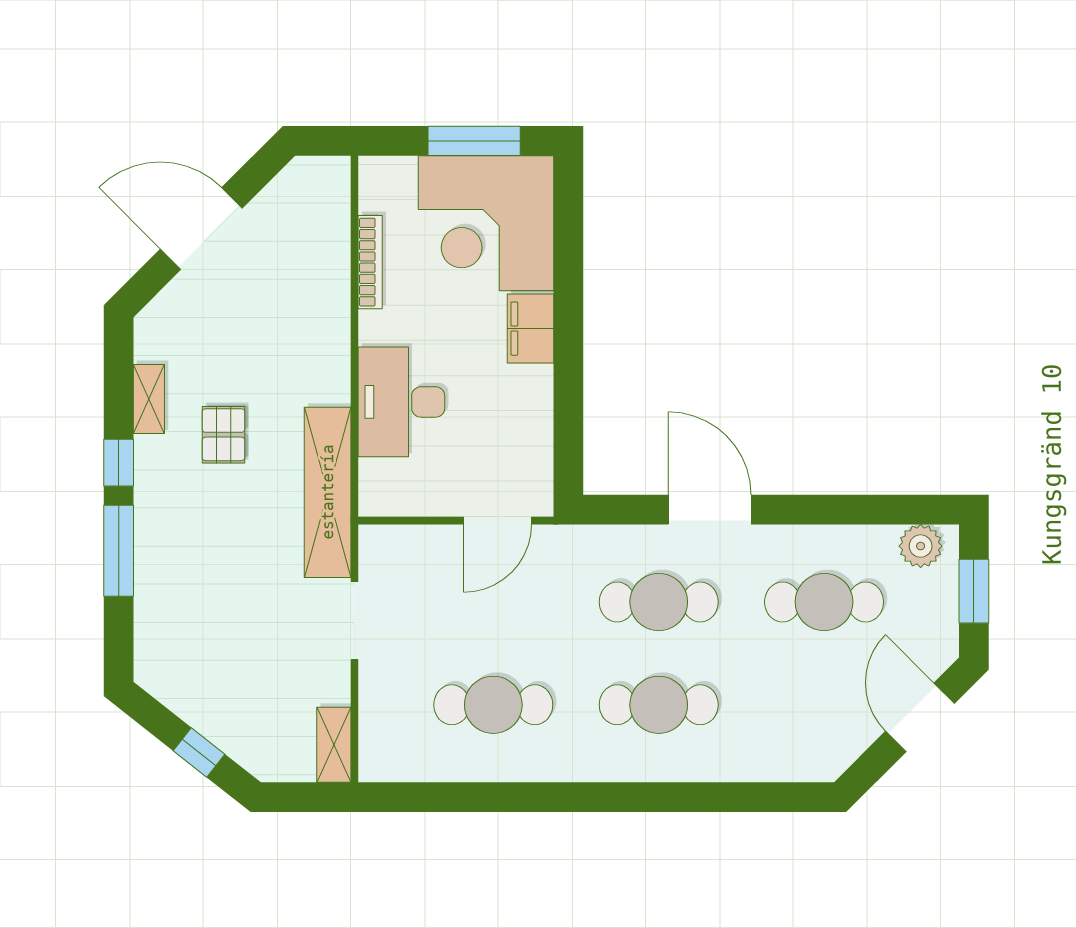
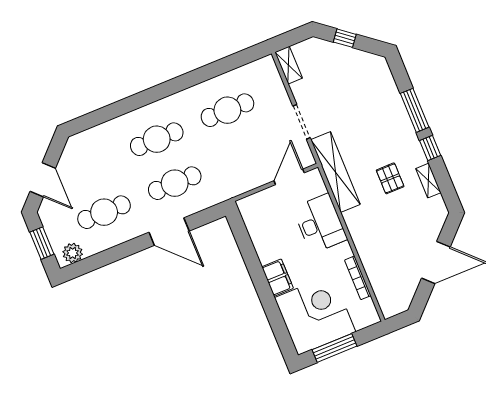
door: (497, 521) -> (289, 177), moved

